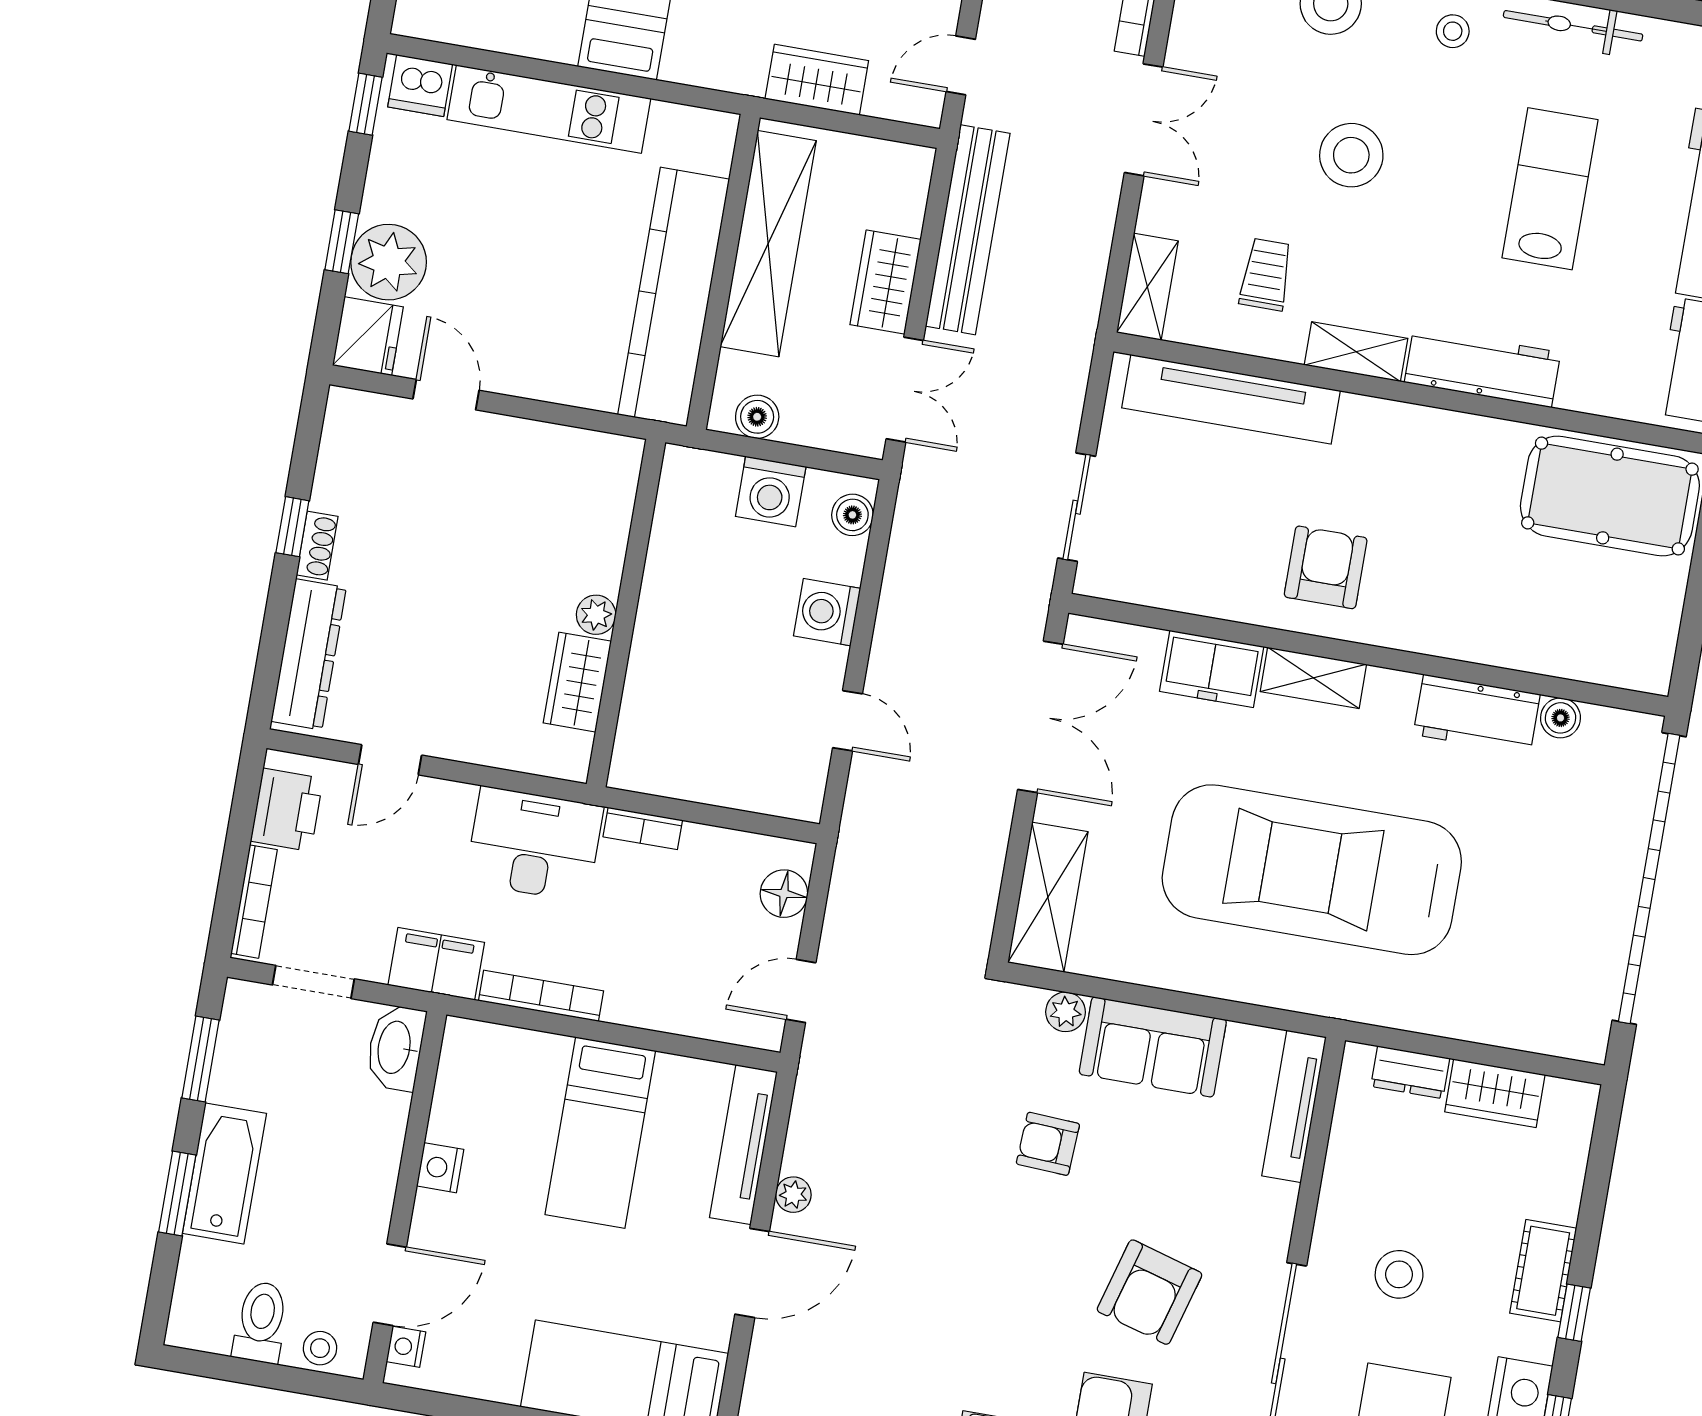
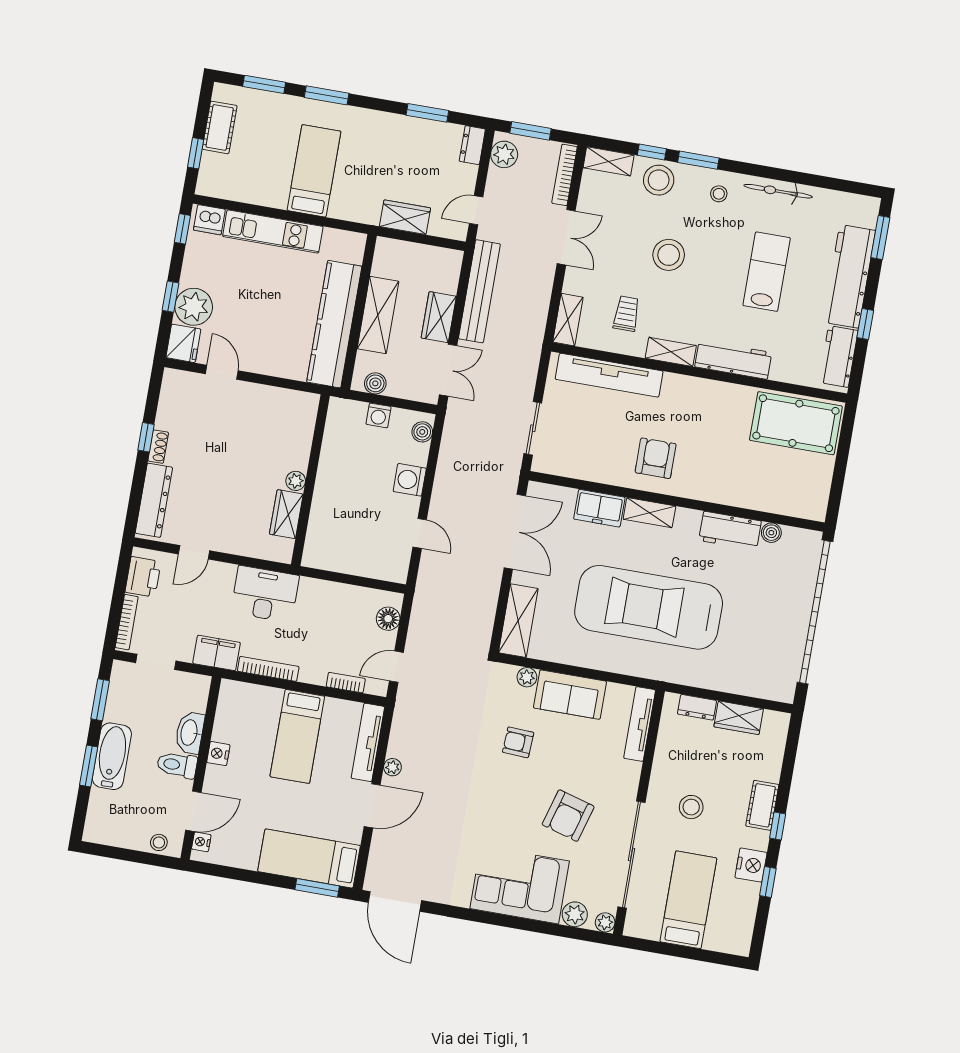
shelving: (768, 244) -> (378, 315), width x0.68
washing machine: (771, 491) -> (379, 415), width x0.73, depth x0.73
bookcase: (643, 828) -> (346, 683), moved, turned 180
washbasin: (396, 1048) -> (190, 733), moved
toilet: (261, 1322) -> (177, 765), moved, turned -90

